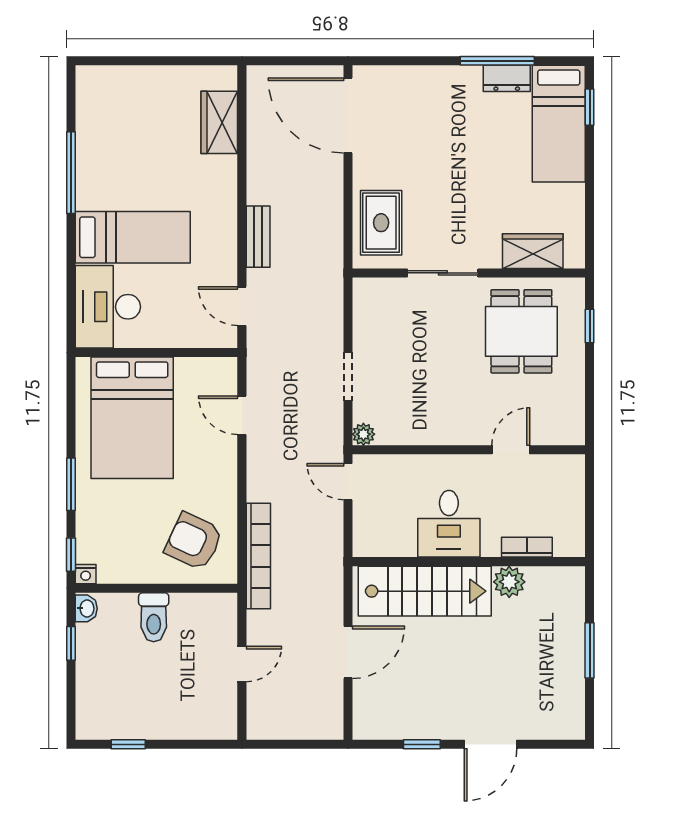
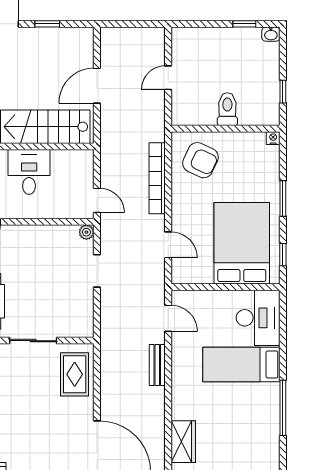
window: (71, 555) -> (283, 255), moved
bookcase: (258, 556) -> (157, 178), moved
washbasin: (86, 608) -> (271, 34), moved, turned -90

